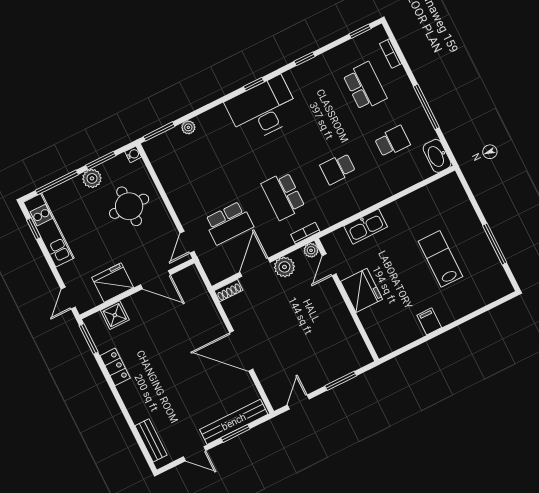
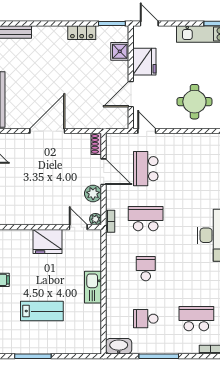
school desk: (365, 86) -> (196, 319), turned 180
school desk: (392, 141) -> (146, 319), turned 90
kitchen sink: (366, 226) -> (93, 287), moved

